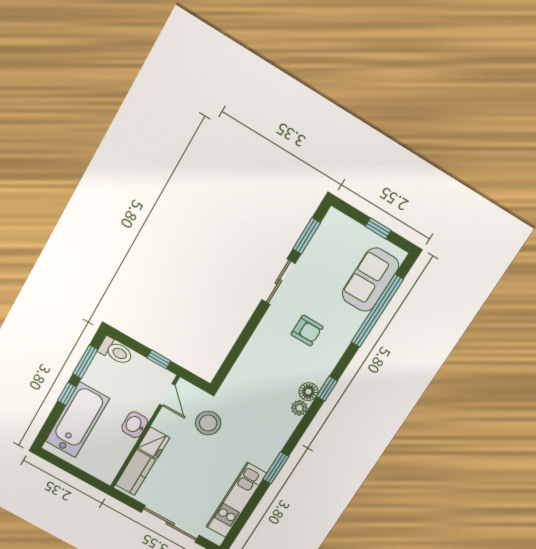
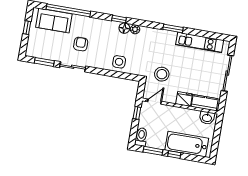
armchair: (307, 331) -> (81, 44), moved
side table: (256, 362) -> (119, 62), added
washbasin: (135, 425) -> (207, 118), moved

